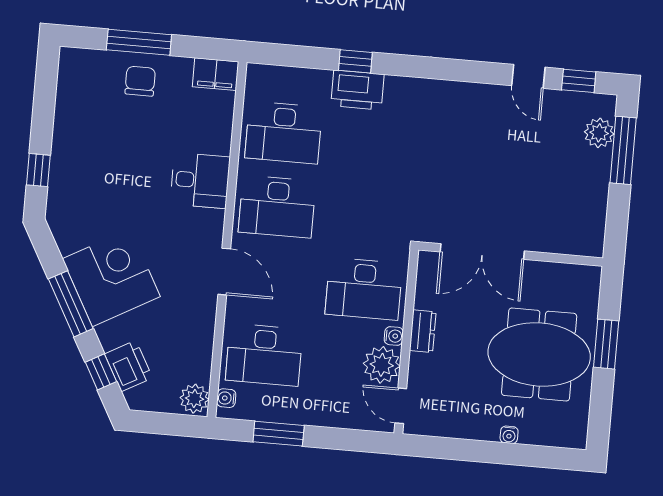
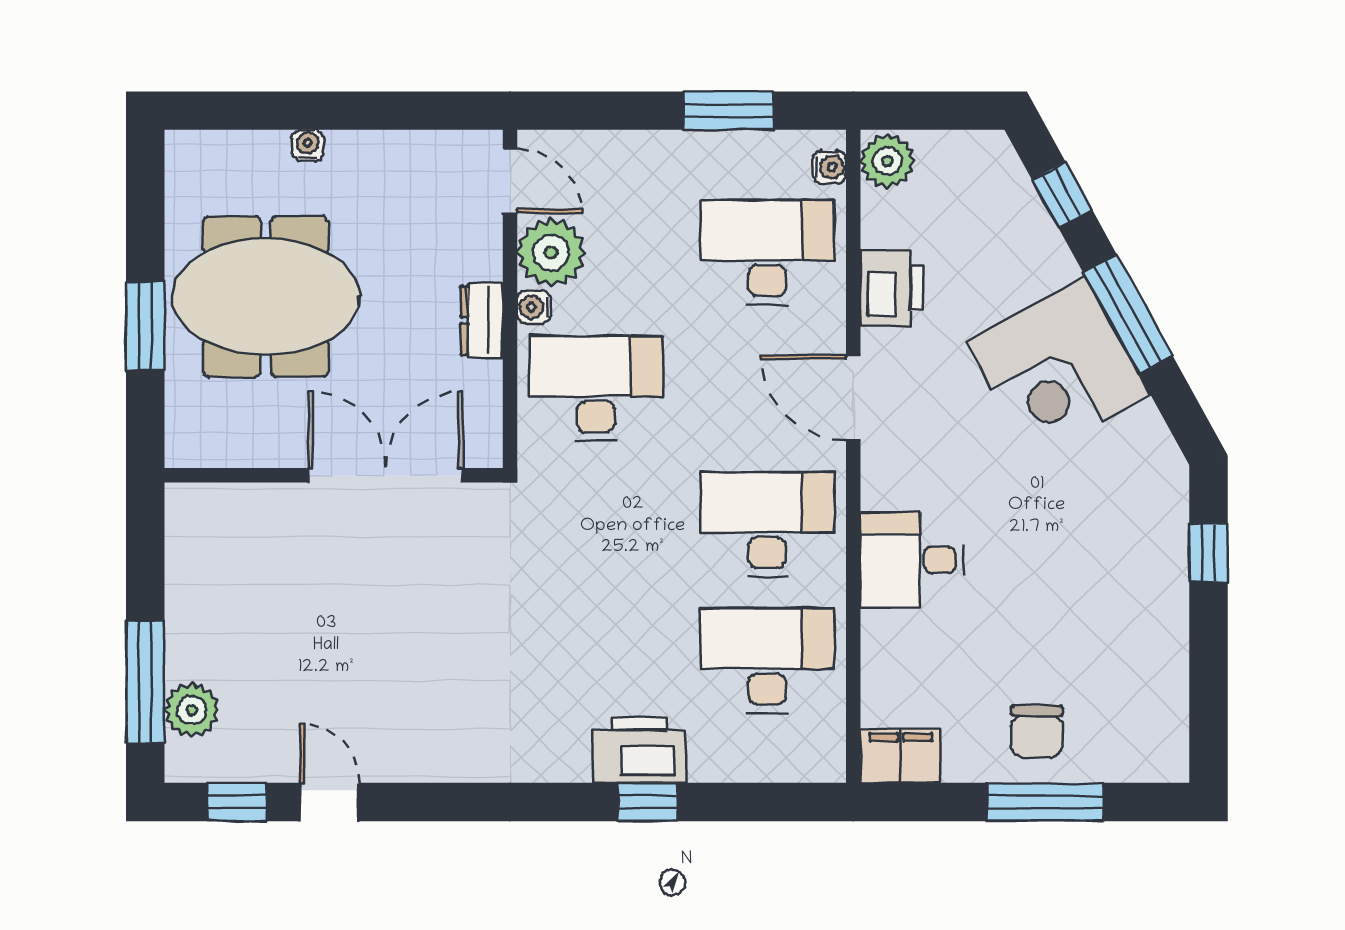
printer: (128, 366) -> (892, 288), moved, turned -151

